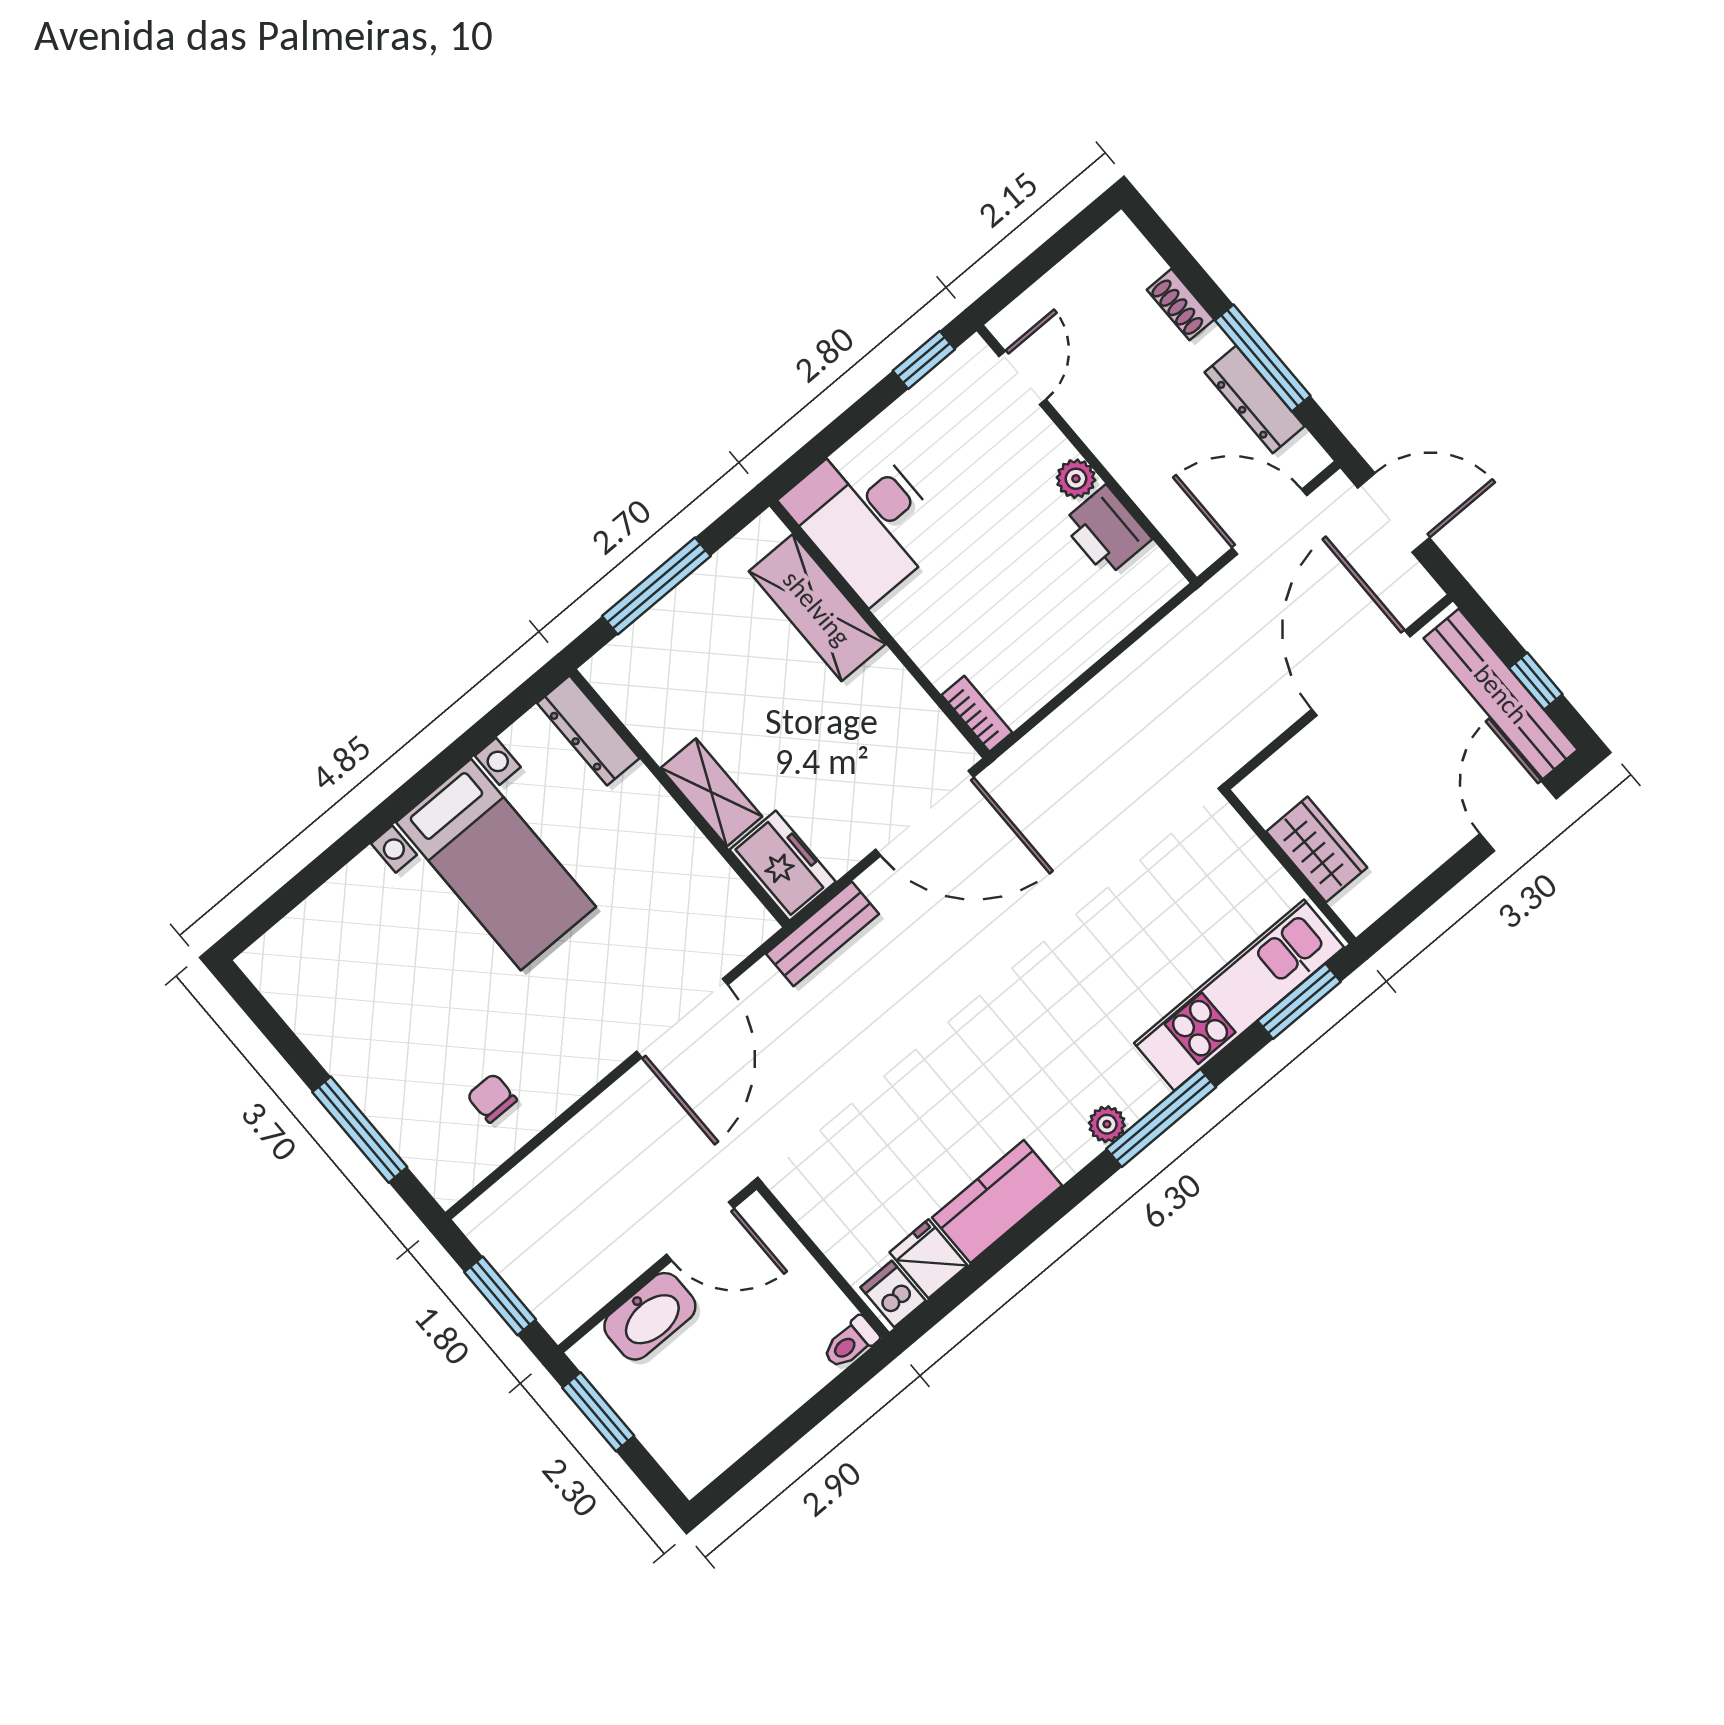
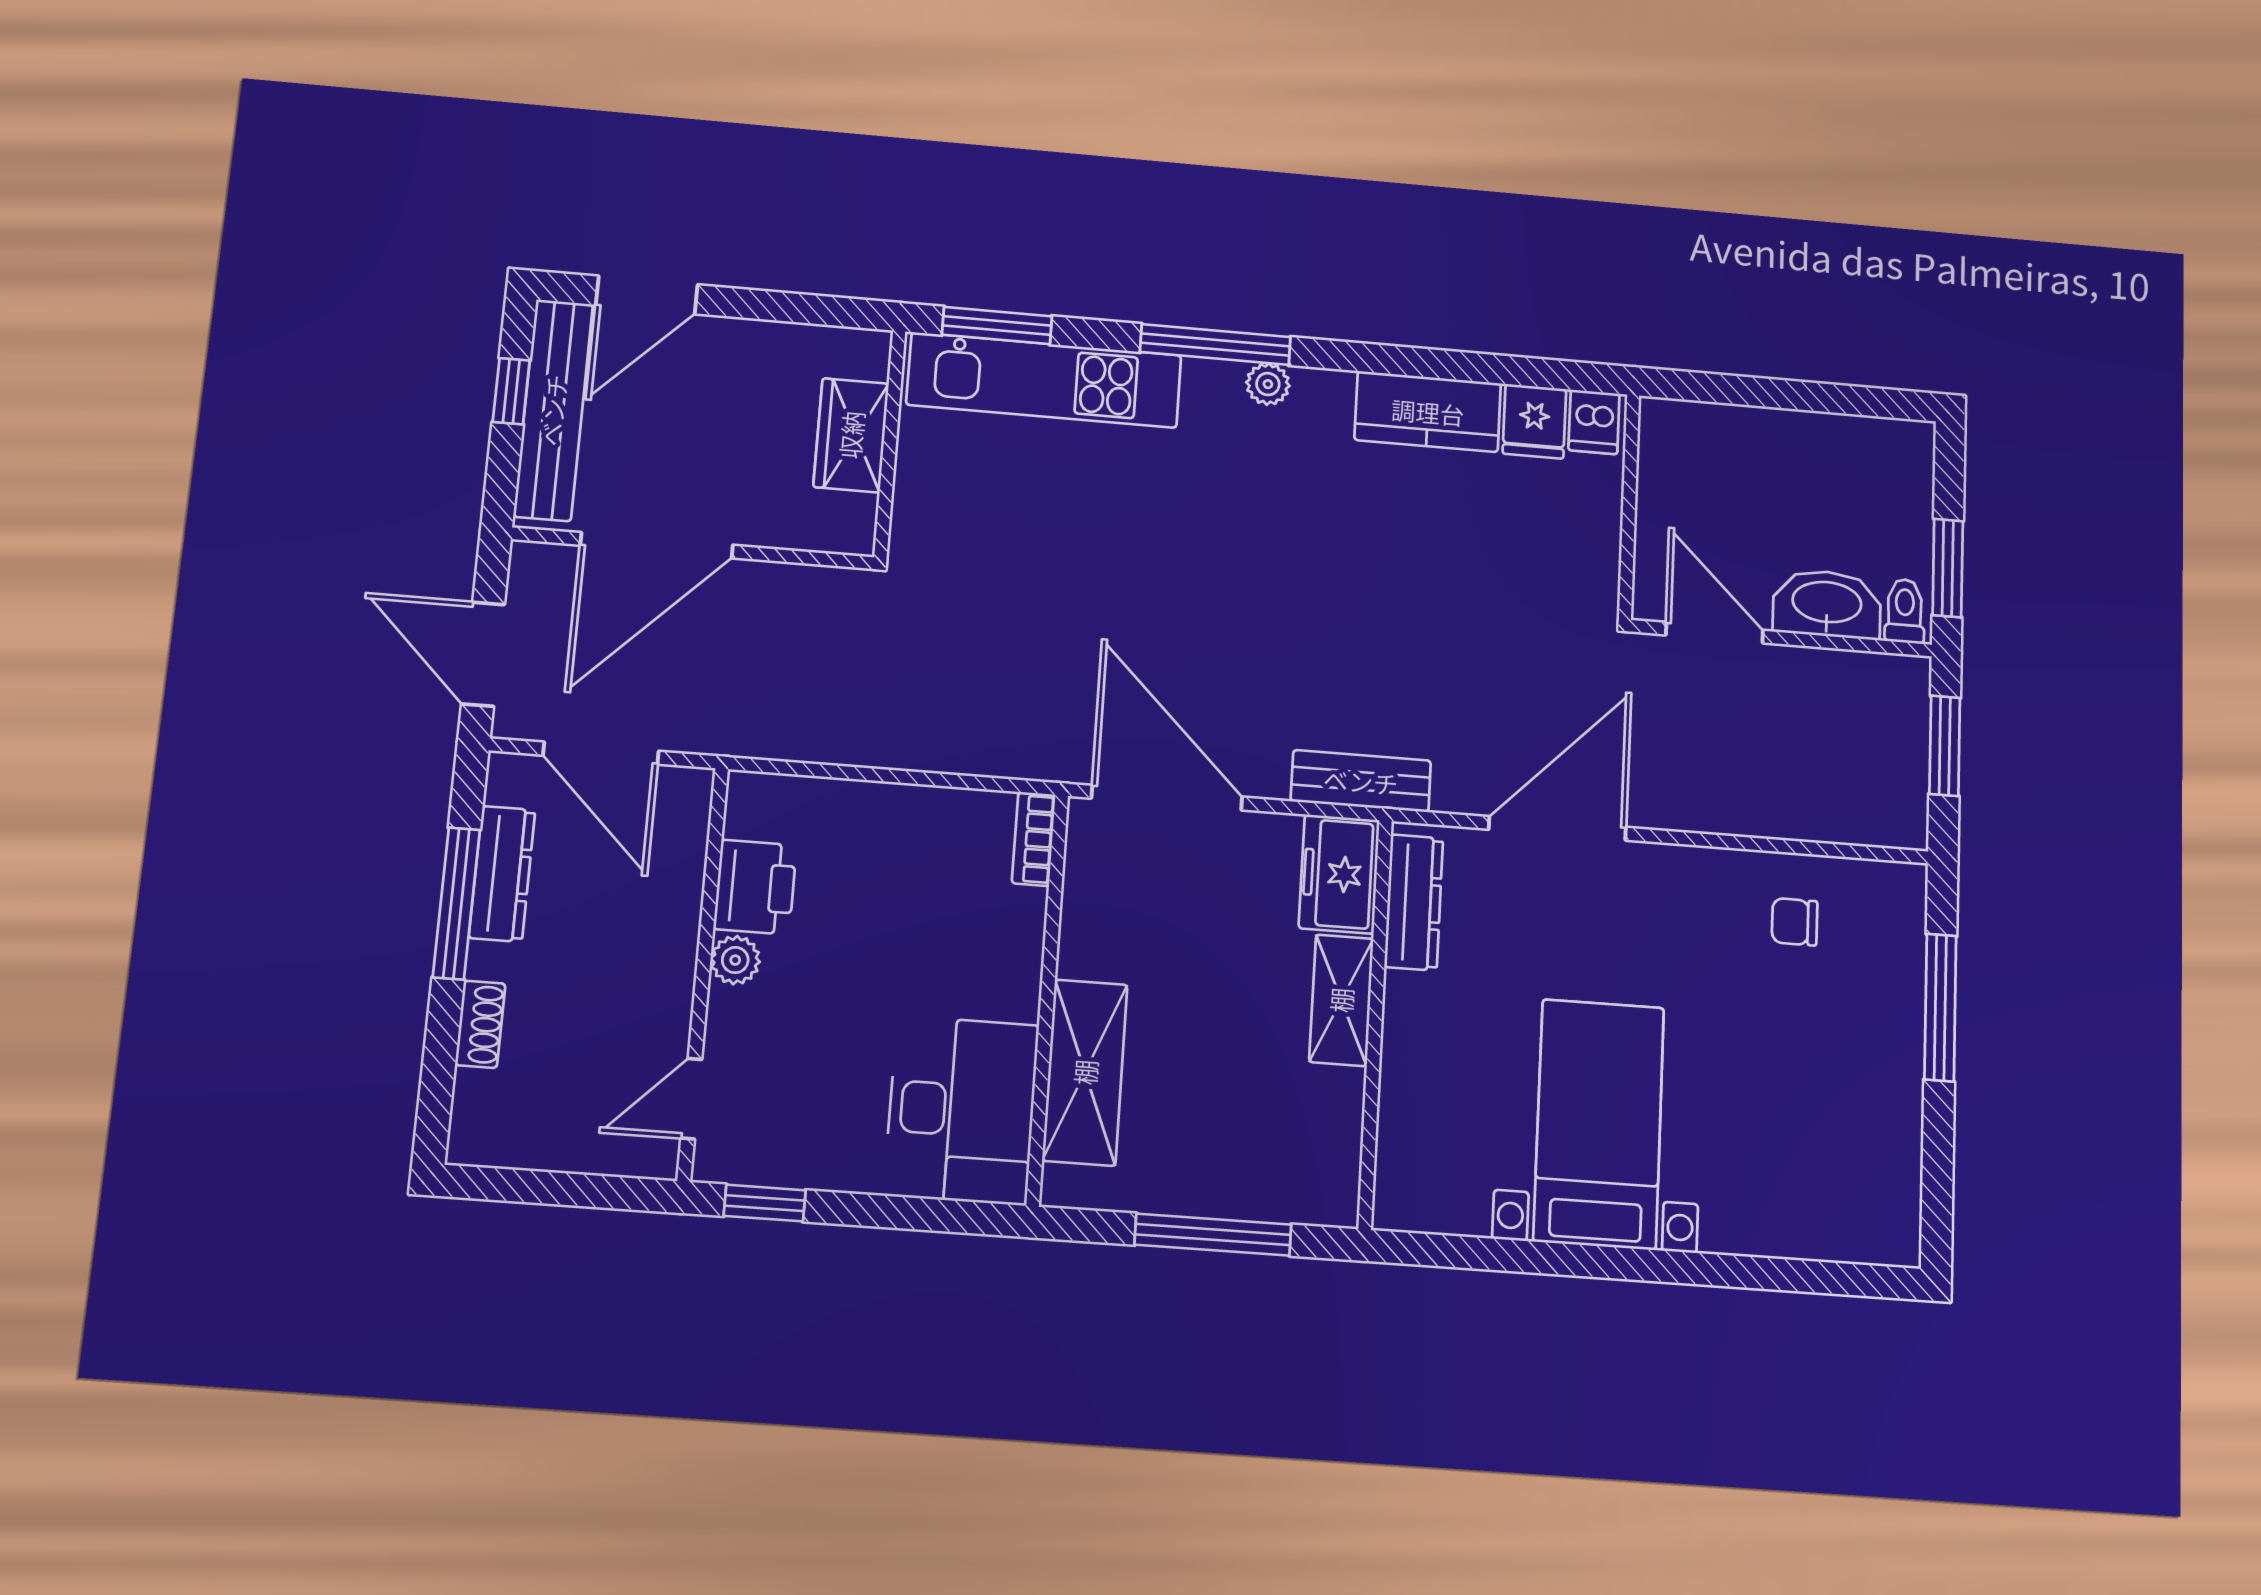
dresser: (588, 731) -> (1414, 902), moved
chair: (492, 1098) -> (1795, 922), turned 90
toilet: (851, 1343) -> (1905, 611), moved, turned -90

